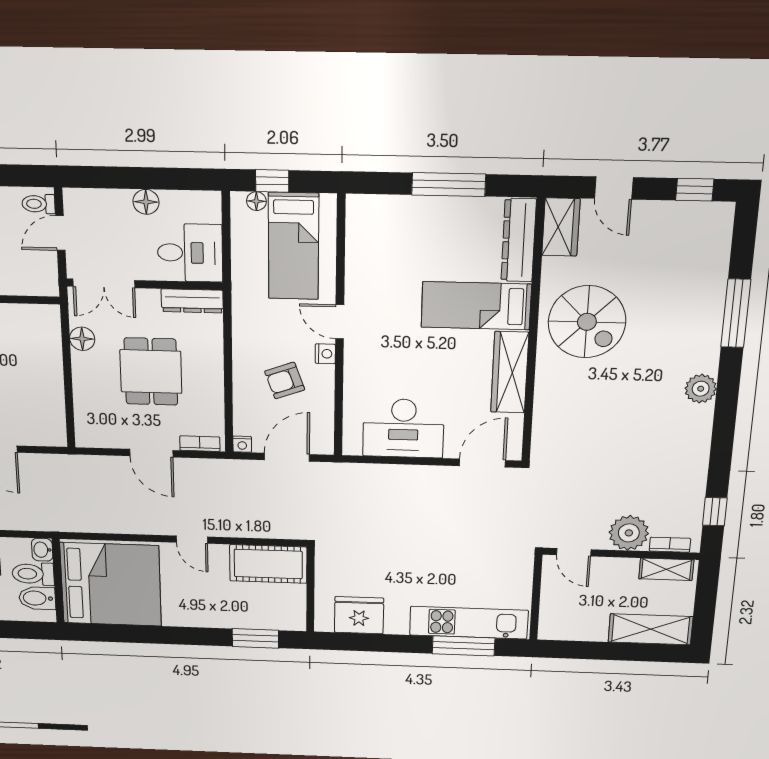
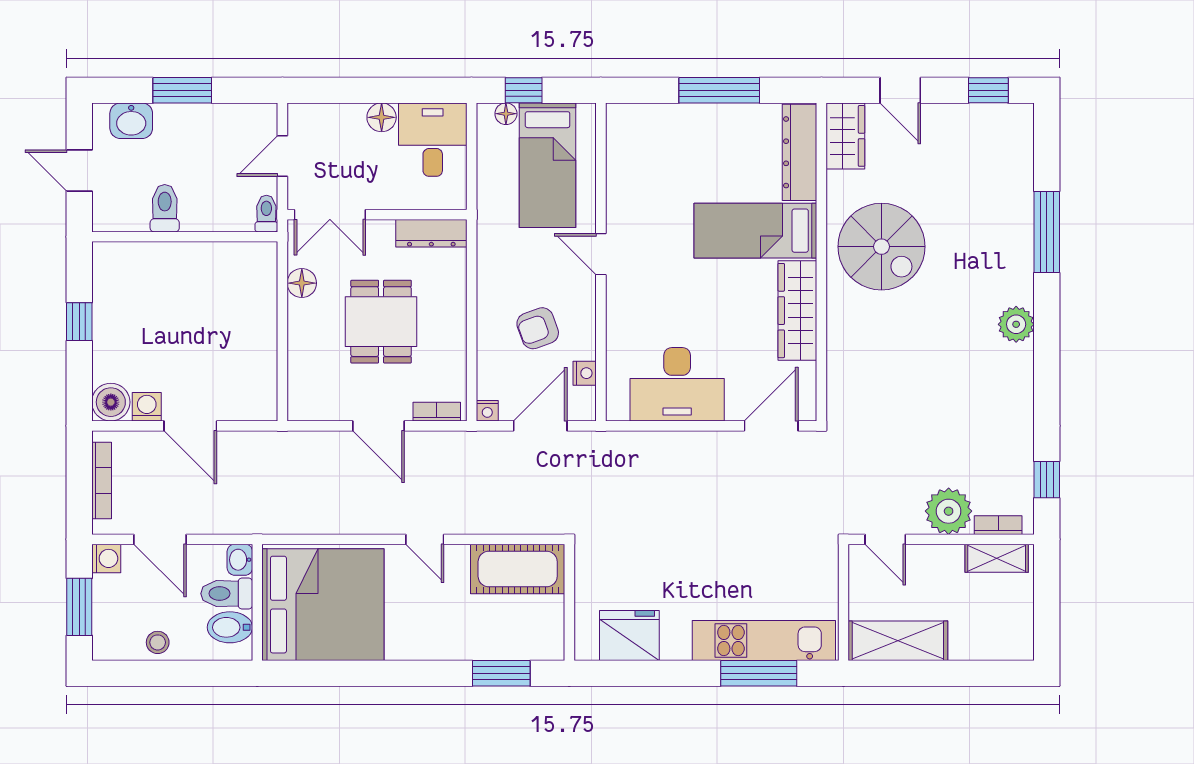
toilet: (38, 204) -> (266, 214), moved, turned 90
desk: (190, 253) -> (433, 140), moved, turned -90
nightstand: (325, 354) -> (585, 373), moved
shelving: (650, 629) -> (898, 641), moved

